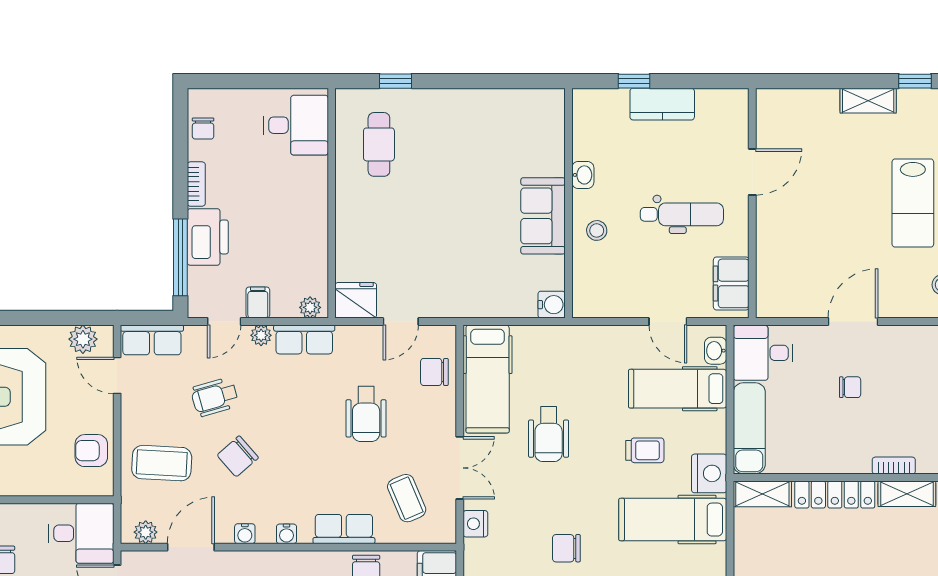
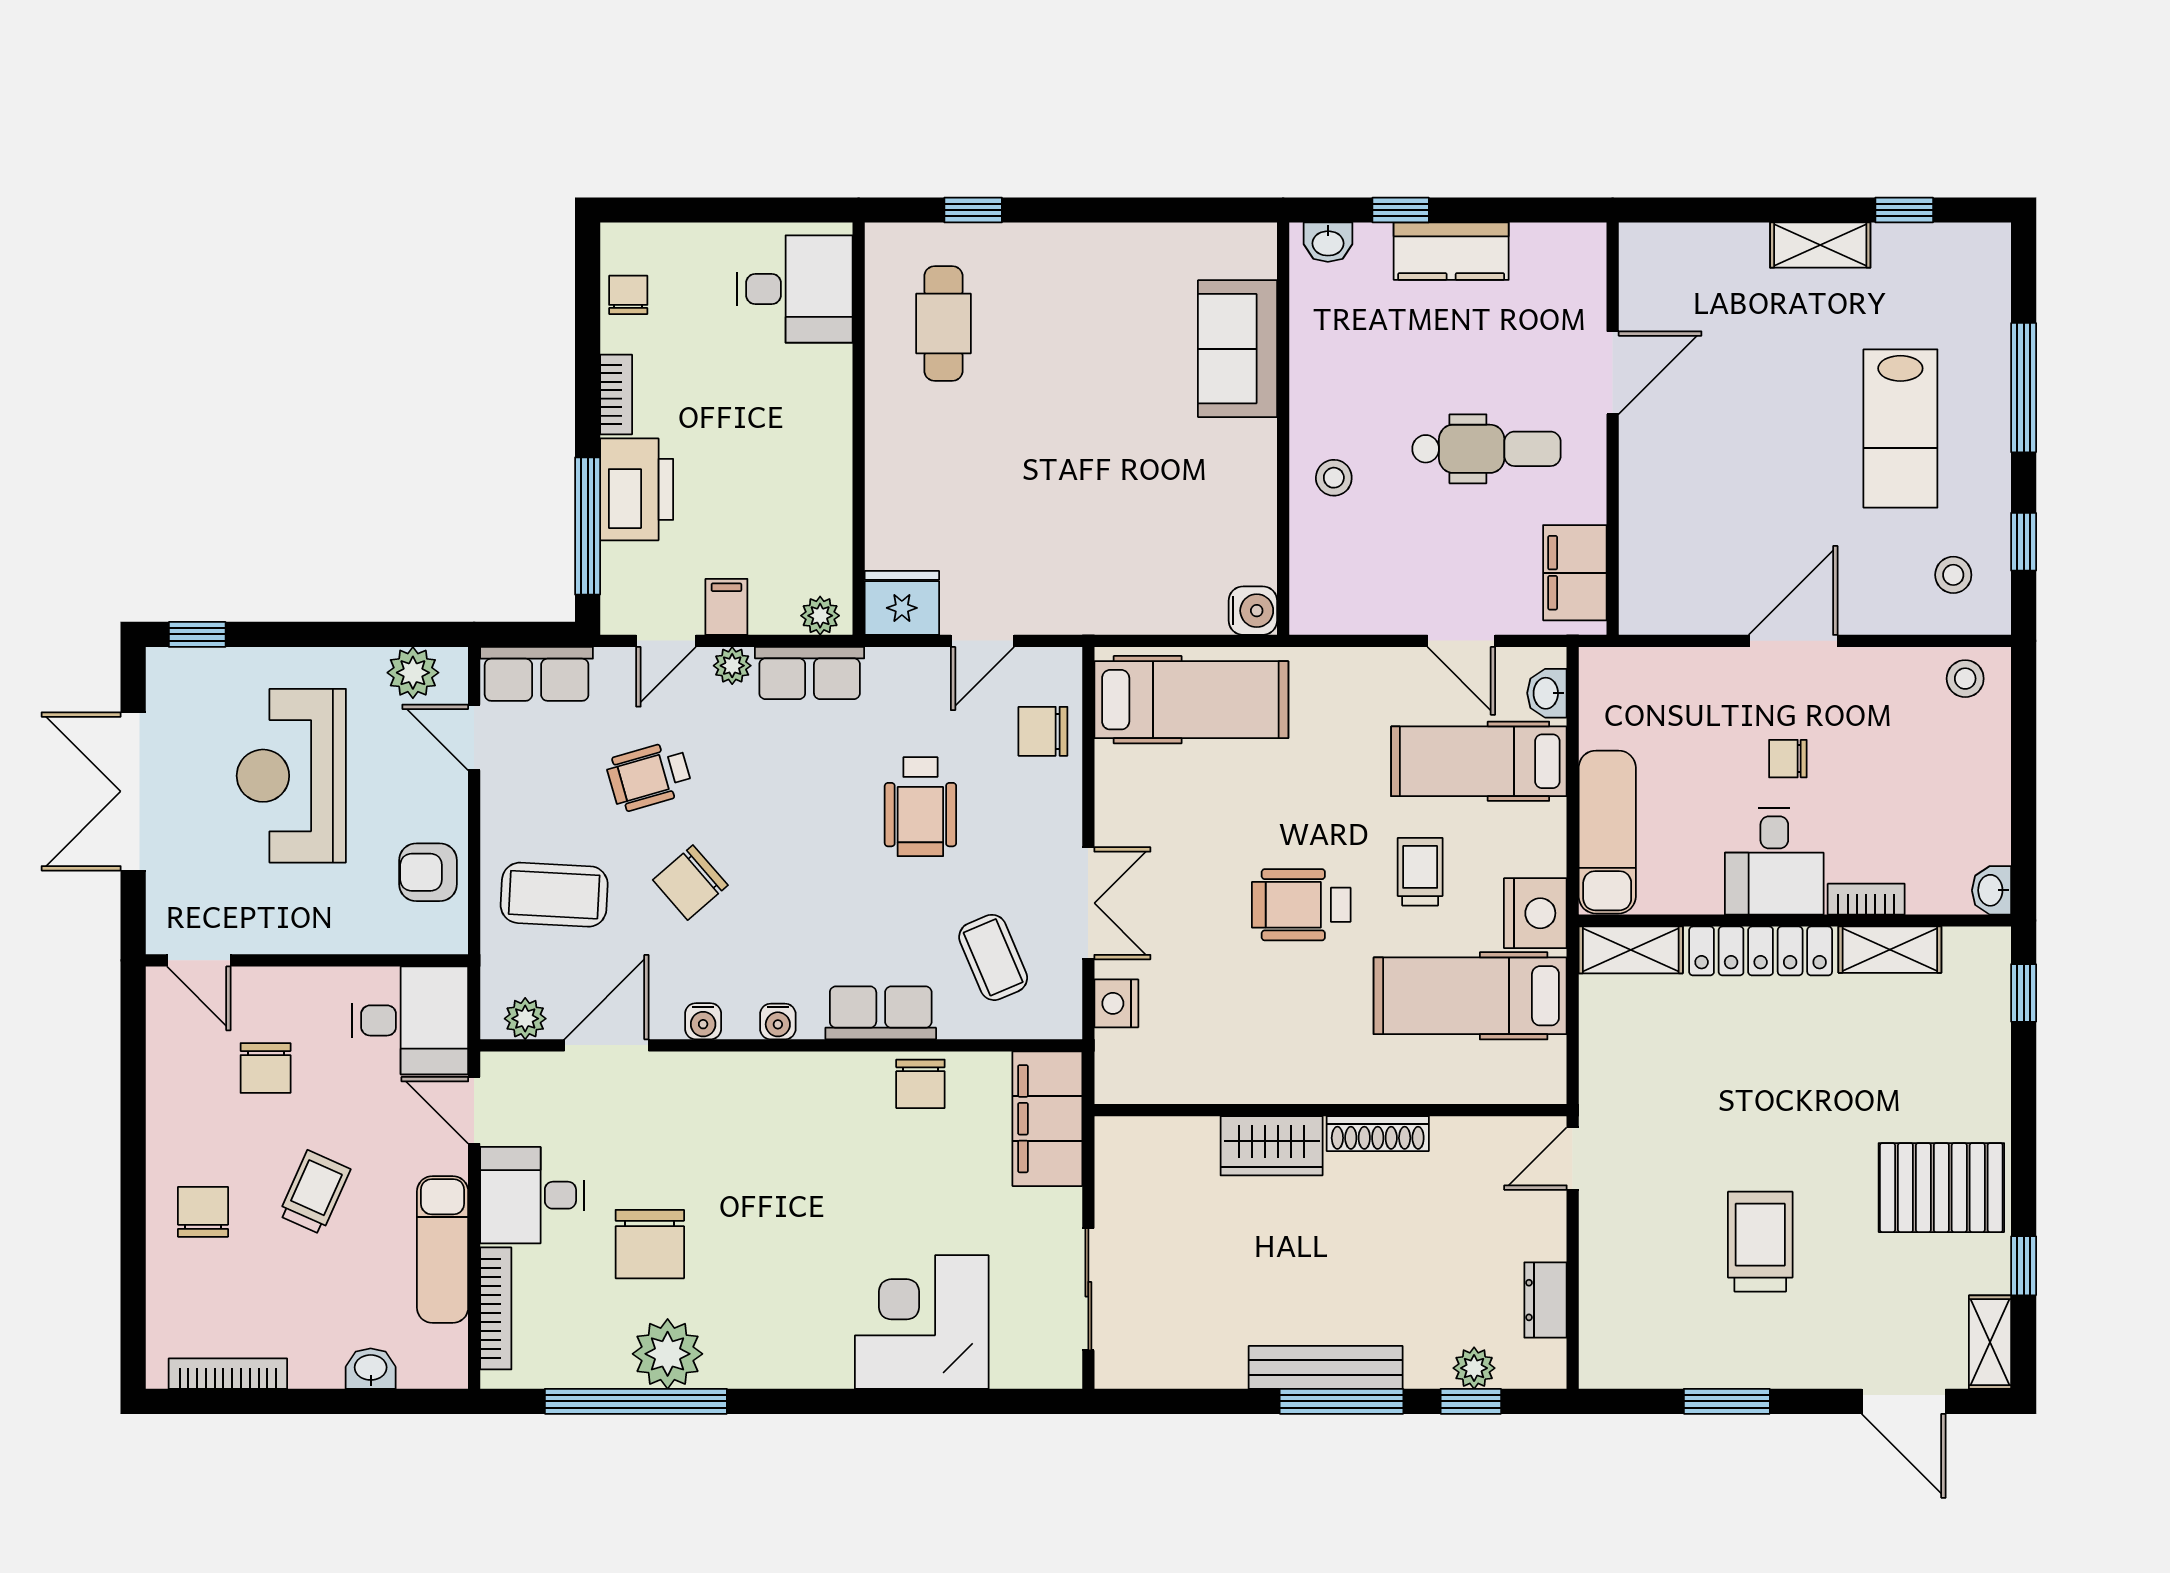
chair: (203, 128) -> (628, 295), turned 180
washbasin: (583, 175) -> (1328, 242), moved, turned 90
sofa: (543, 216) -> (1238, 349), moved
desk: (763, 353) -> (1774, 861), moved, turned -90
hospital bed: (488, 379) -> (1191, 700), moved, turned -90
chair: (850, 387) -> (1788, 759), turned 180
wheelchair: (549, 434) -> (1301, 905), moved, turned 90
trolley: (645, 450) -> (1420, 872), turned -90
chair: (566, 548) -> (1280, 1047), removed

